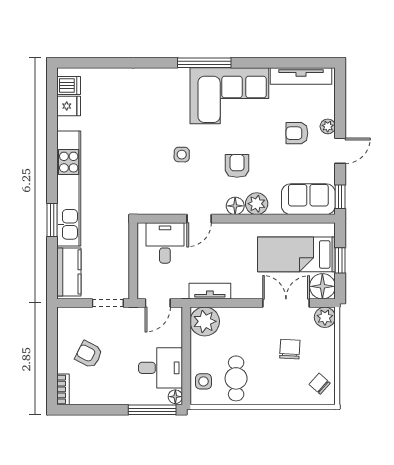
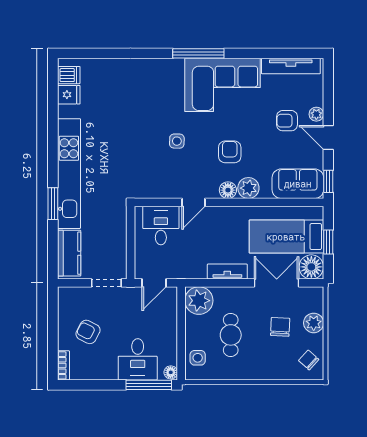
door: (340, 151) -> (328, 137), swing flipped
tv unit: (210, 291) -> (227, 272), moved
plant: (325, 317) -> (314, 323), moved
desk: (160, 368) -> (138, 359), moved, turned 90
cafe table: (236, 378) -> (231, 335), moved

